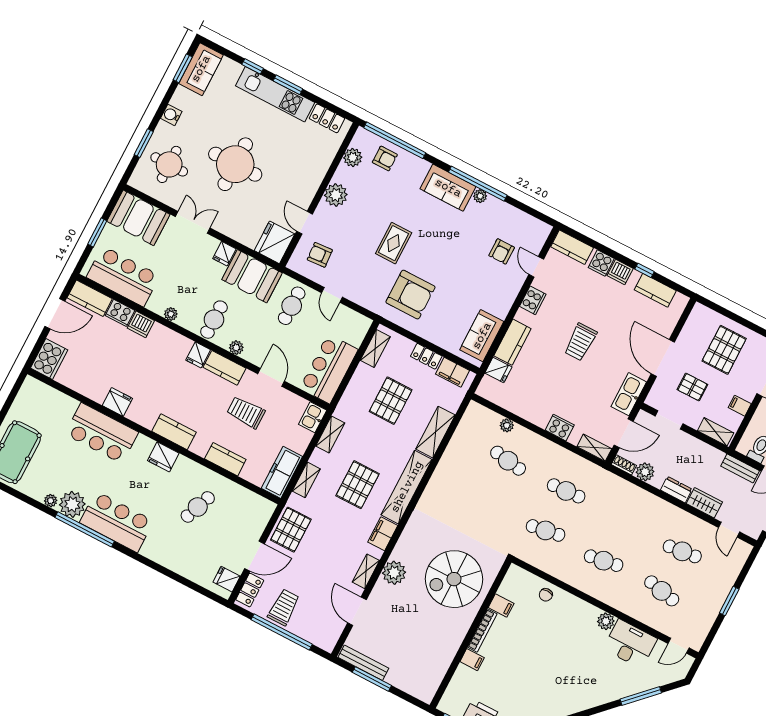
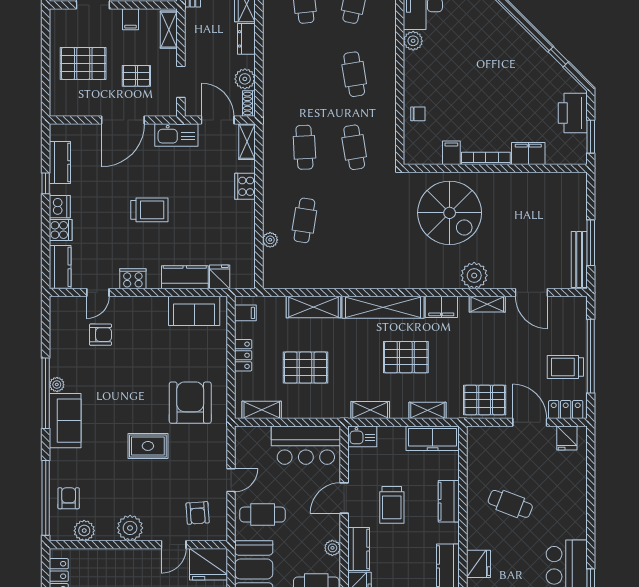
filing cabinet: (453, 372) -> (245, 313), width x0.50
pallet: (692, 387) -> (136, 76), turned 90
door: (357, 611) -> (531, 292), hinge flipped
filing cabinet: (472, 660) -> (528, 153), width x2.00

